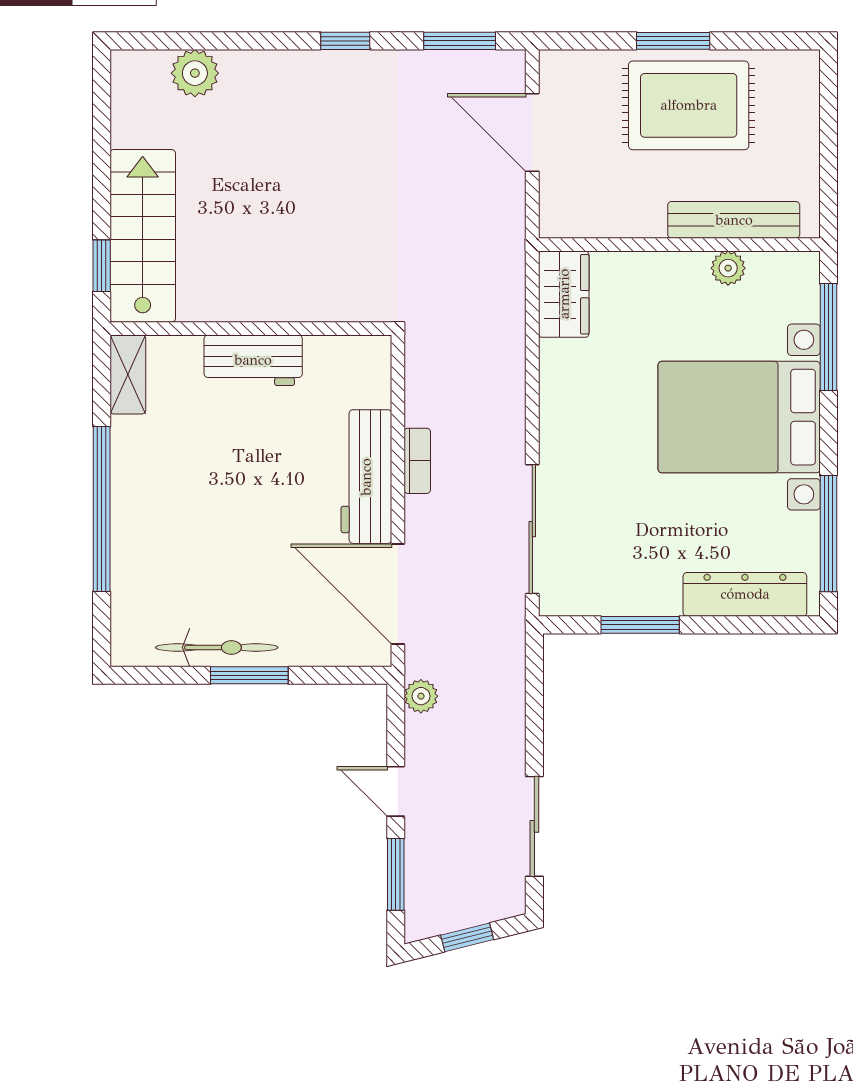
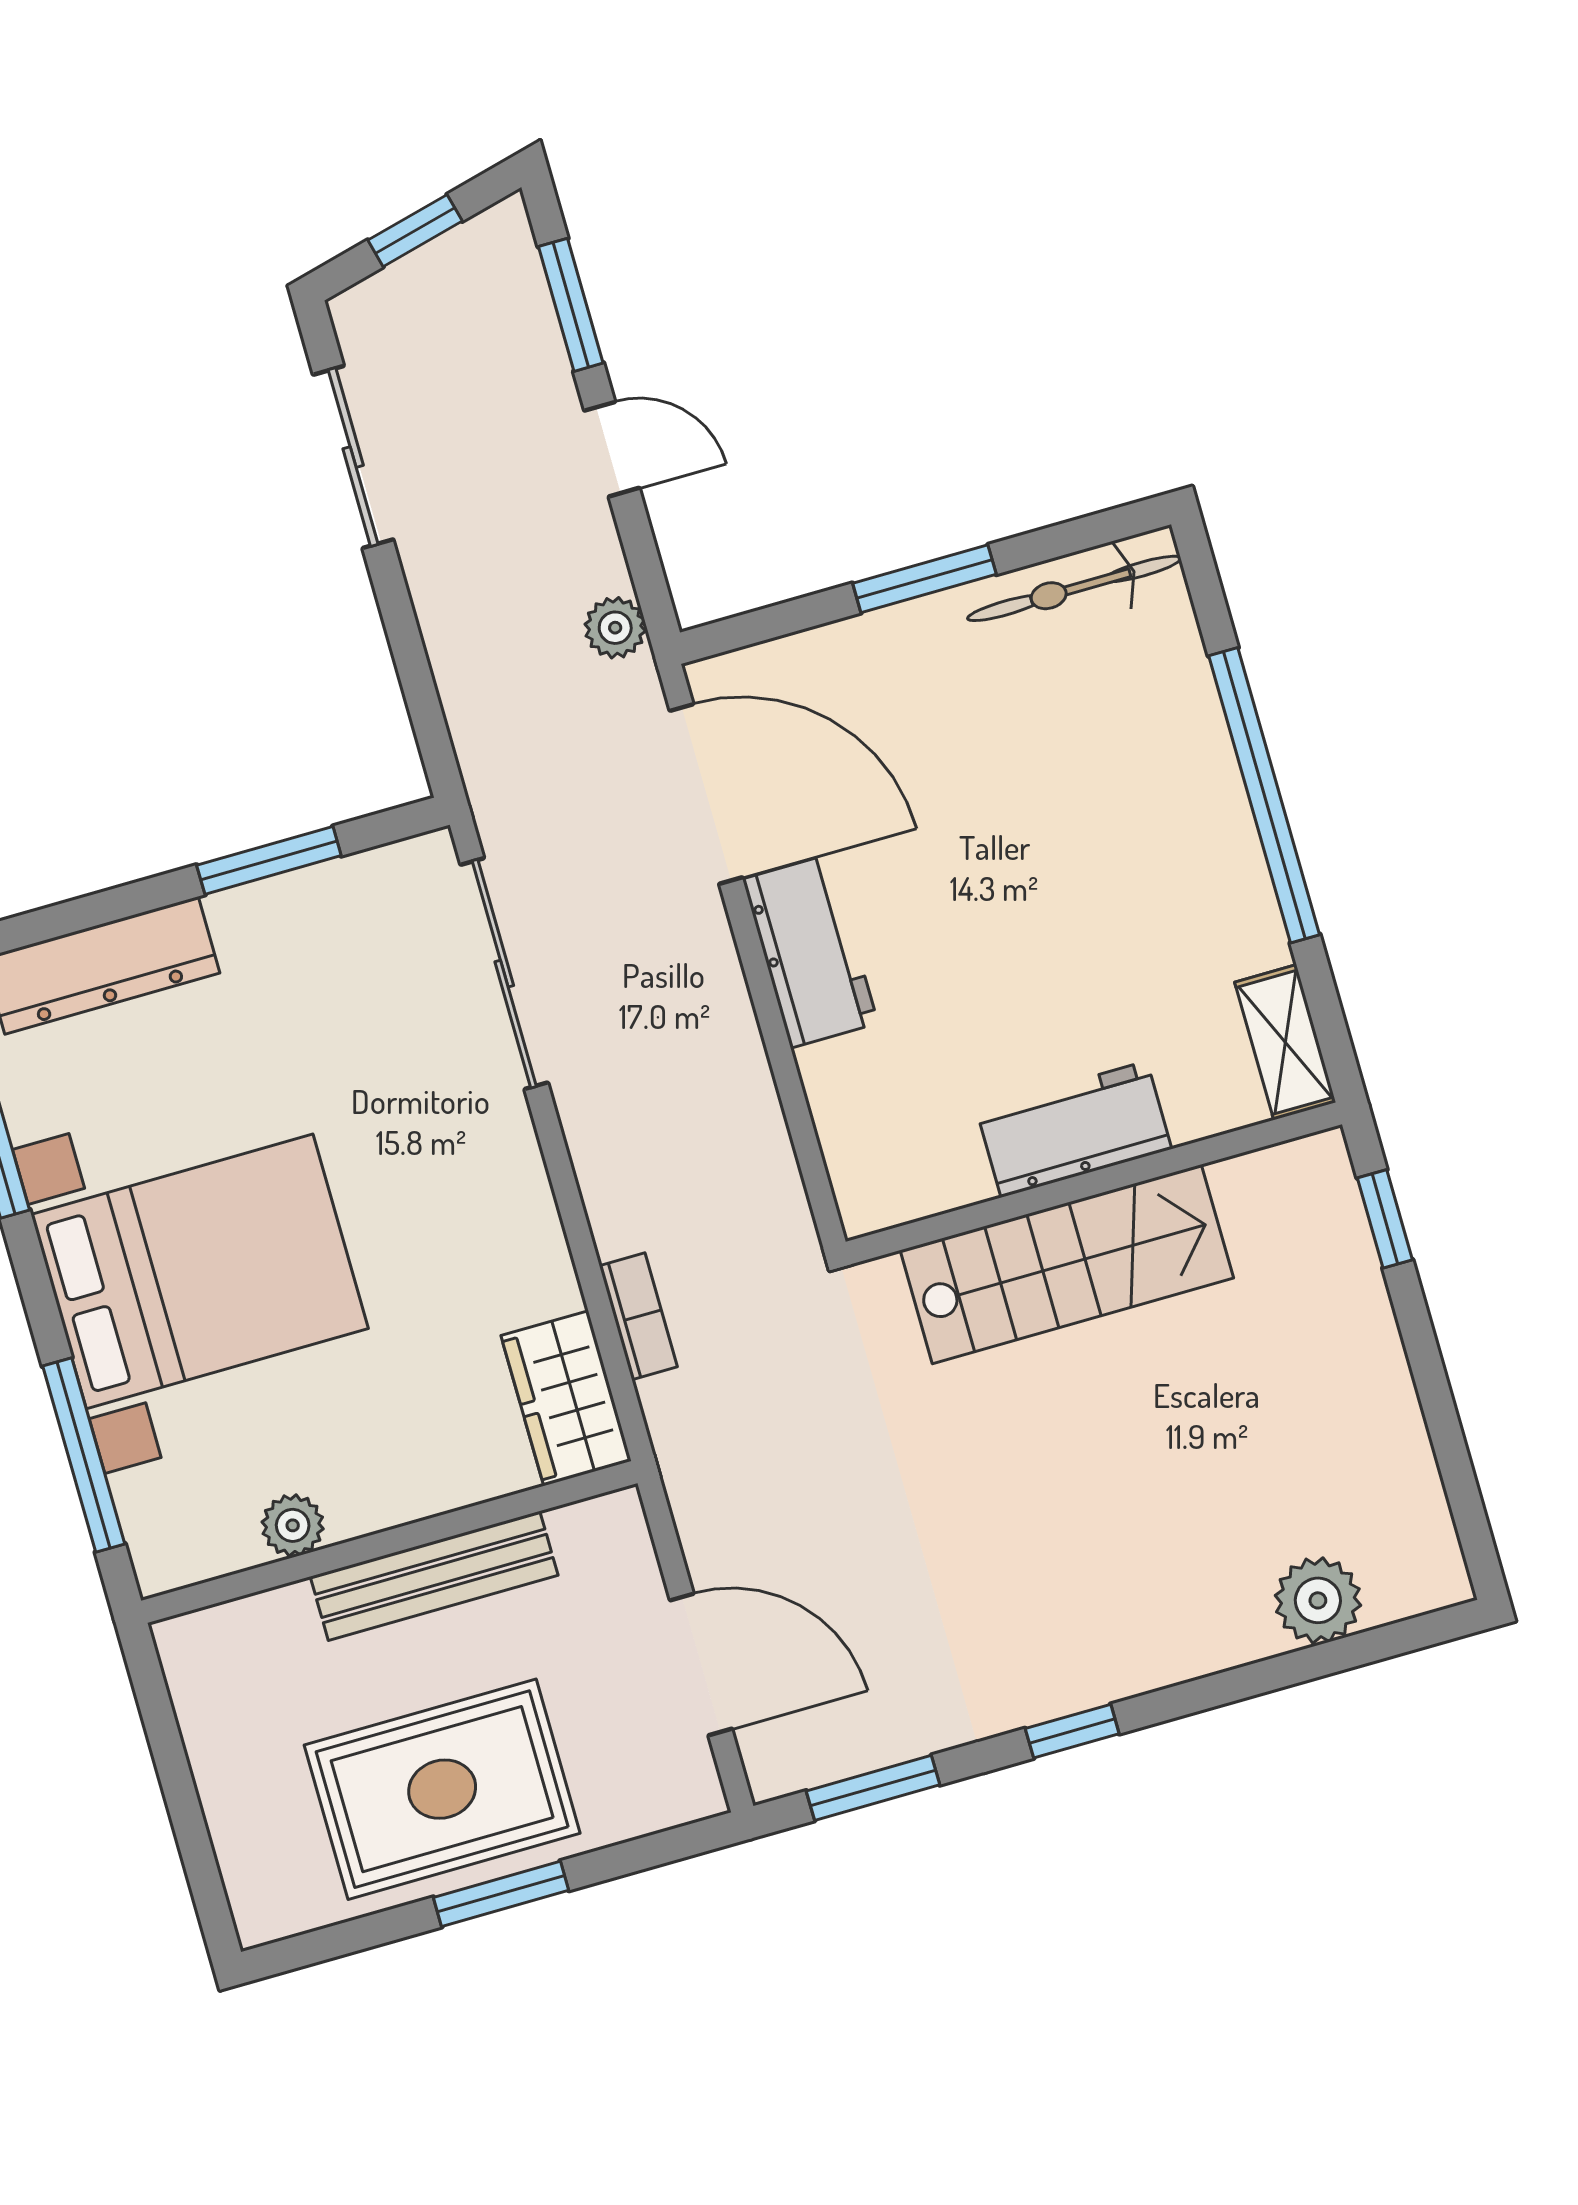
bench: (734, 220) -> (434, 1576), moved
stairs: (143, 236) -> (1067, 1264), moved, turned -90
bookcase: (417, 461) -> (638, 1316), moved, turned 180
workbench: (366, 477) -> (810, 951), width x0.73
bicycle: (217, 647) -> (1074, 588), moved

